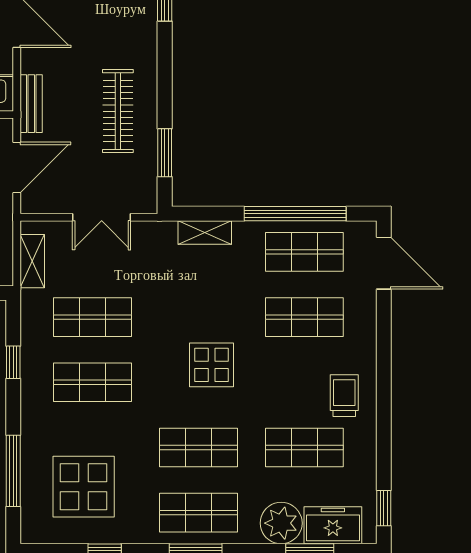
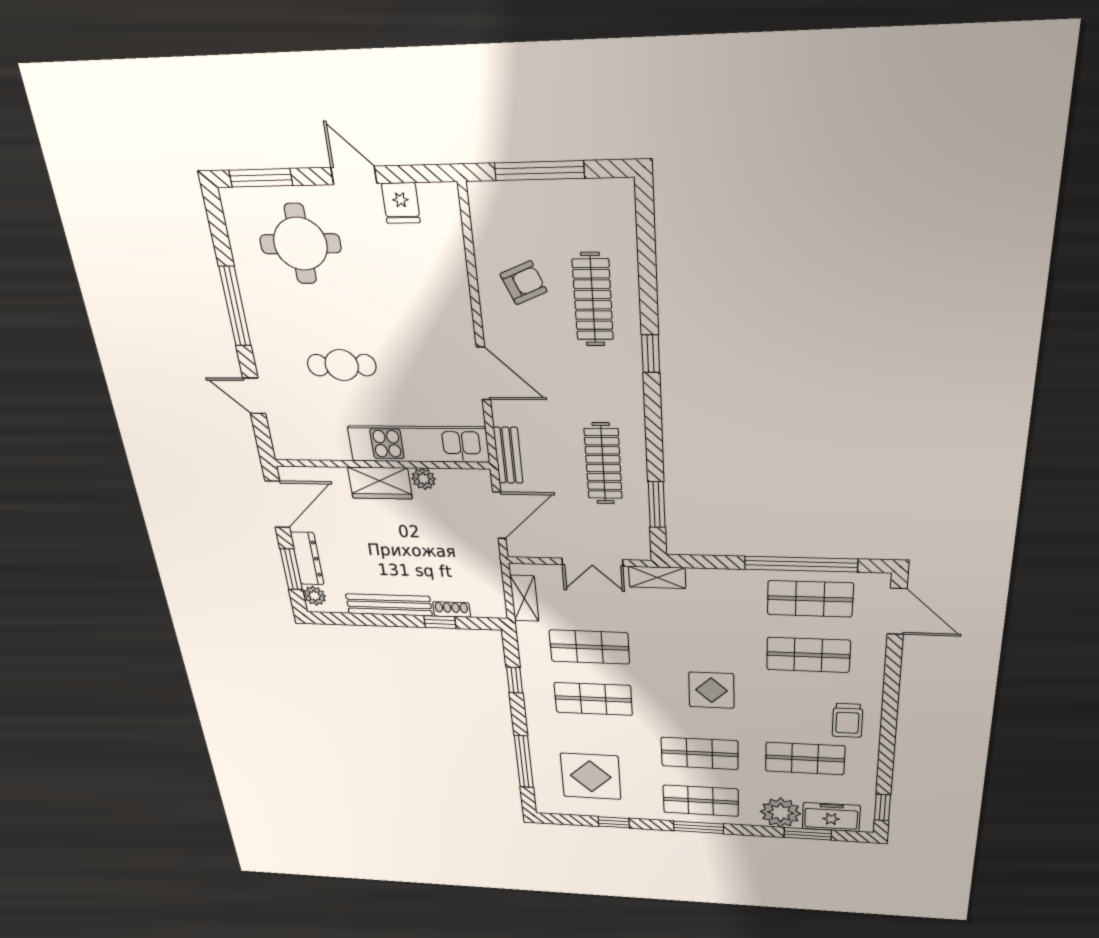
shelving: (205, 233) -> (657, 577), moved
trolley: (344, 396) -> (847, 720), turned 180

